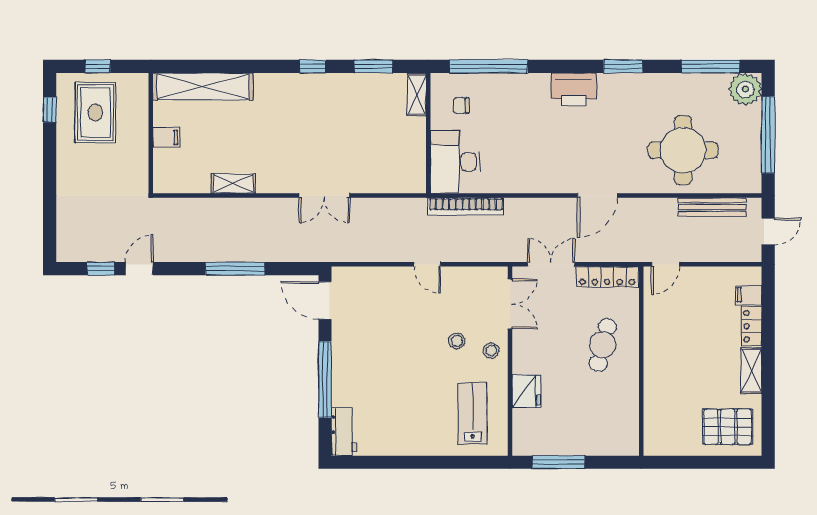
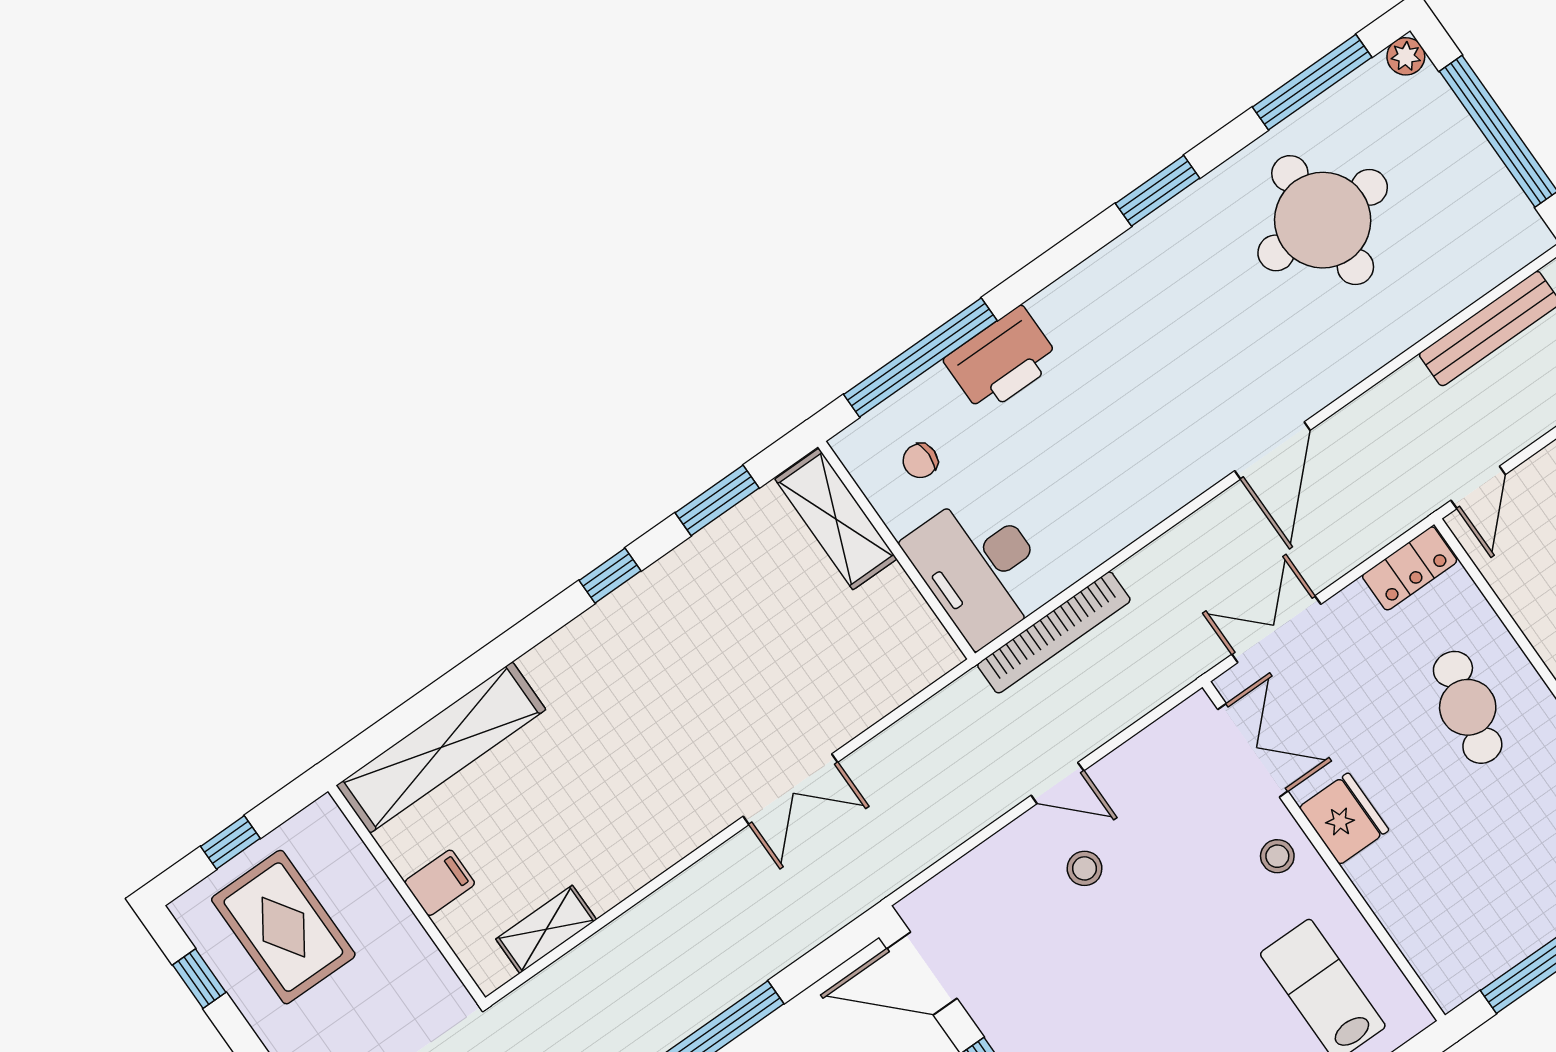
printer: (574, 89) -> (1002, 360), moved
plant: (745, 89) -> (1406, 56), width x0.53, depth x0.53
shelving: (417, 95) -> (836, 519), width x1.50, depth x1.33
round table: (683, 150) -> (1323, 220), moved
shelving: (233, 184) -> (546, 929), moved
locker: (607, 277) -> (1410, 568), width x0.66
stool: (457, 341) -> (1084, 868), moved
fridge: (526, 391) -> (1344, 819), moved

